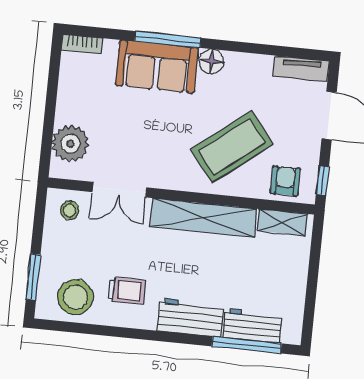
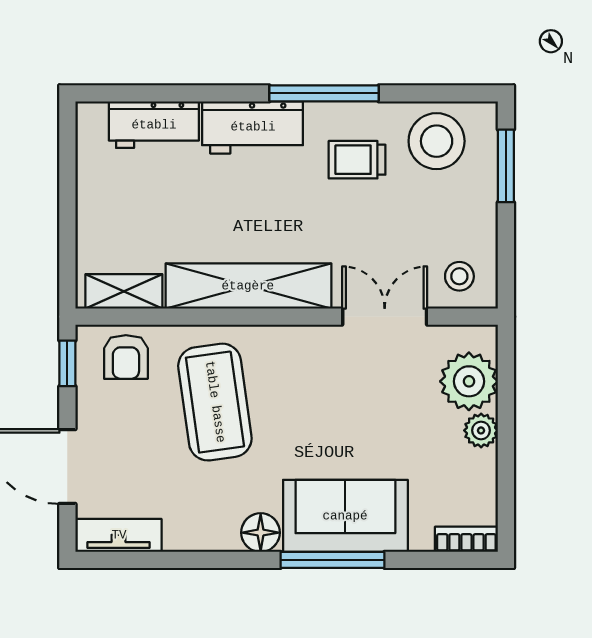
plant: (66, 112) -> (481, 430), added
coffee table: (232, 147) -> (215, 402), turned -60
window: (247, 345) -> (324, 93), moved

